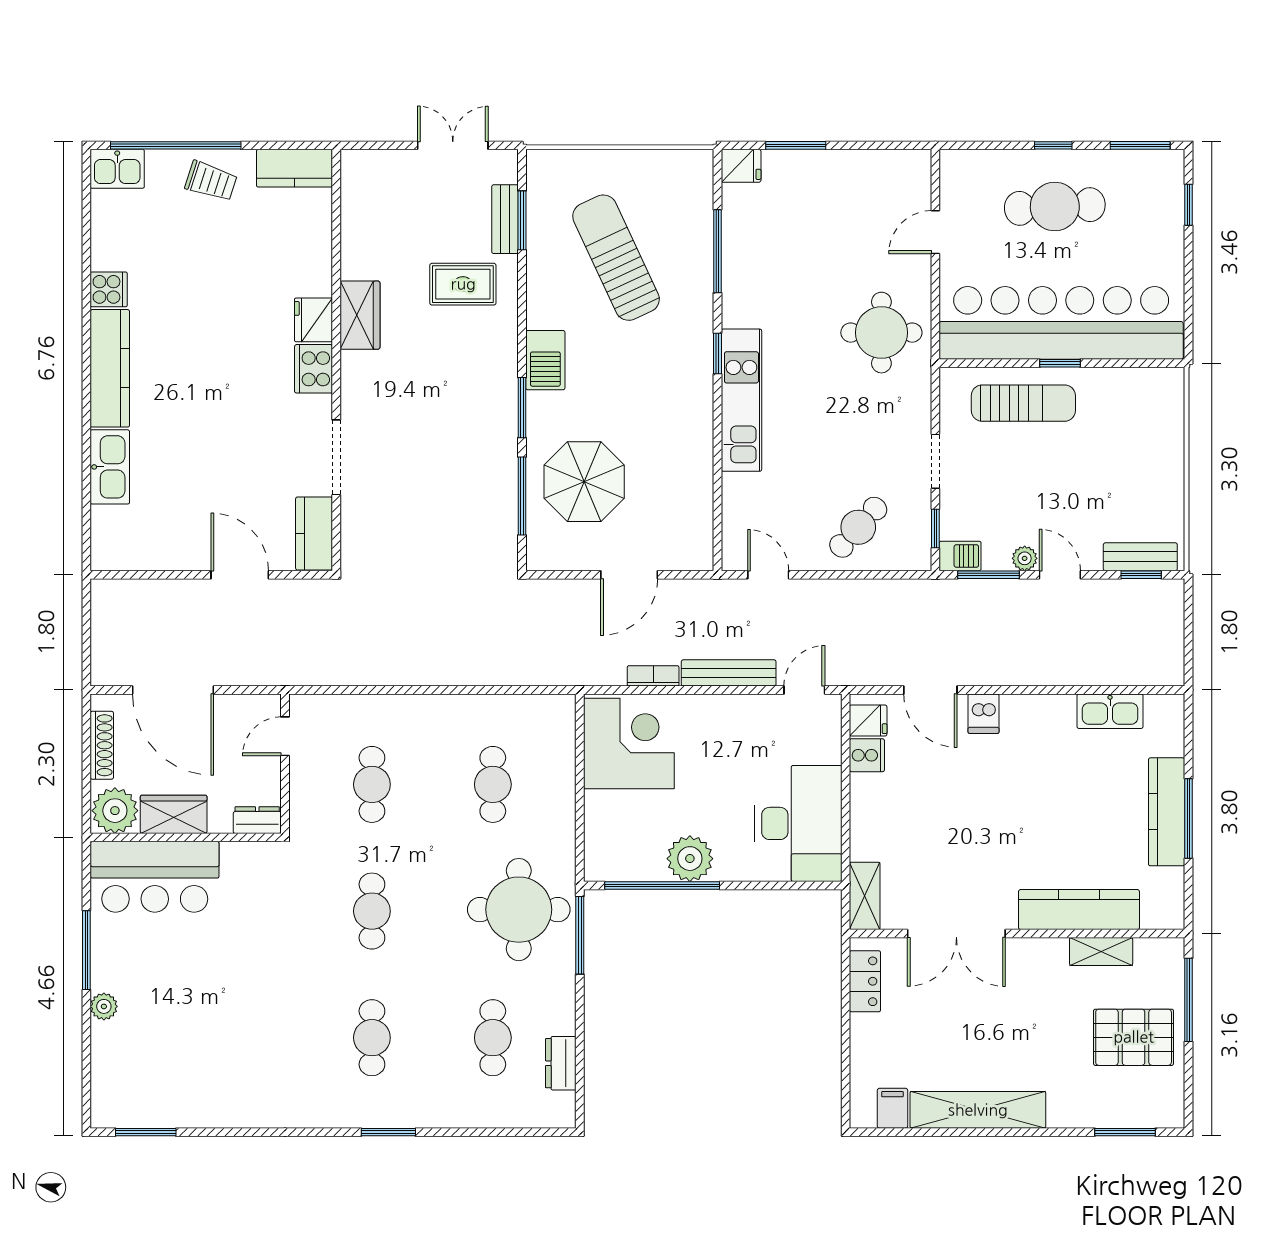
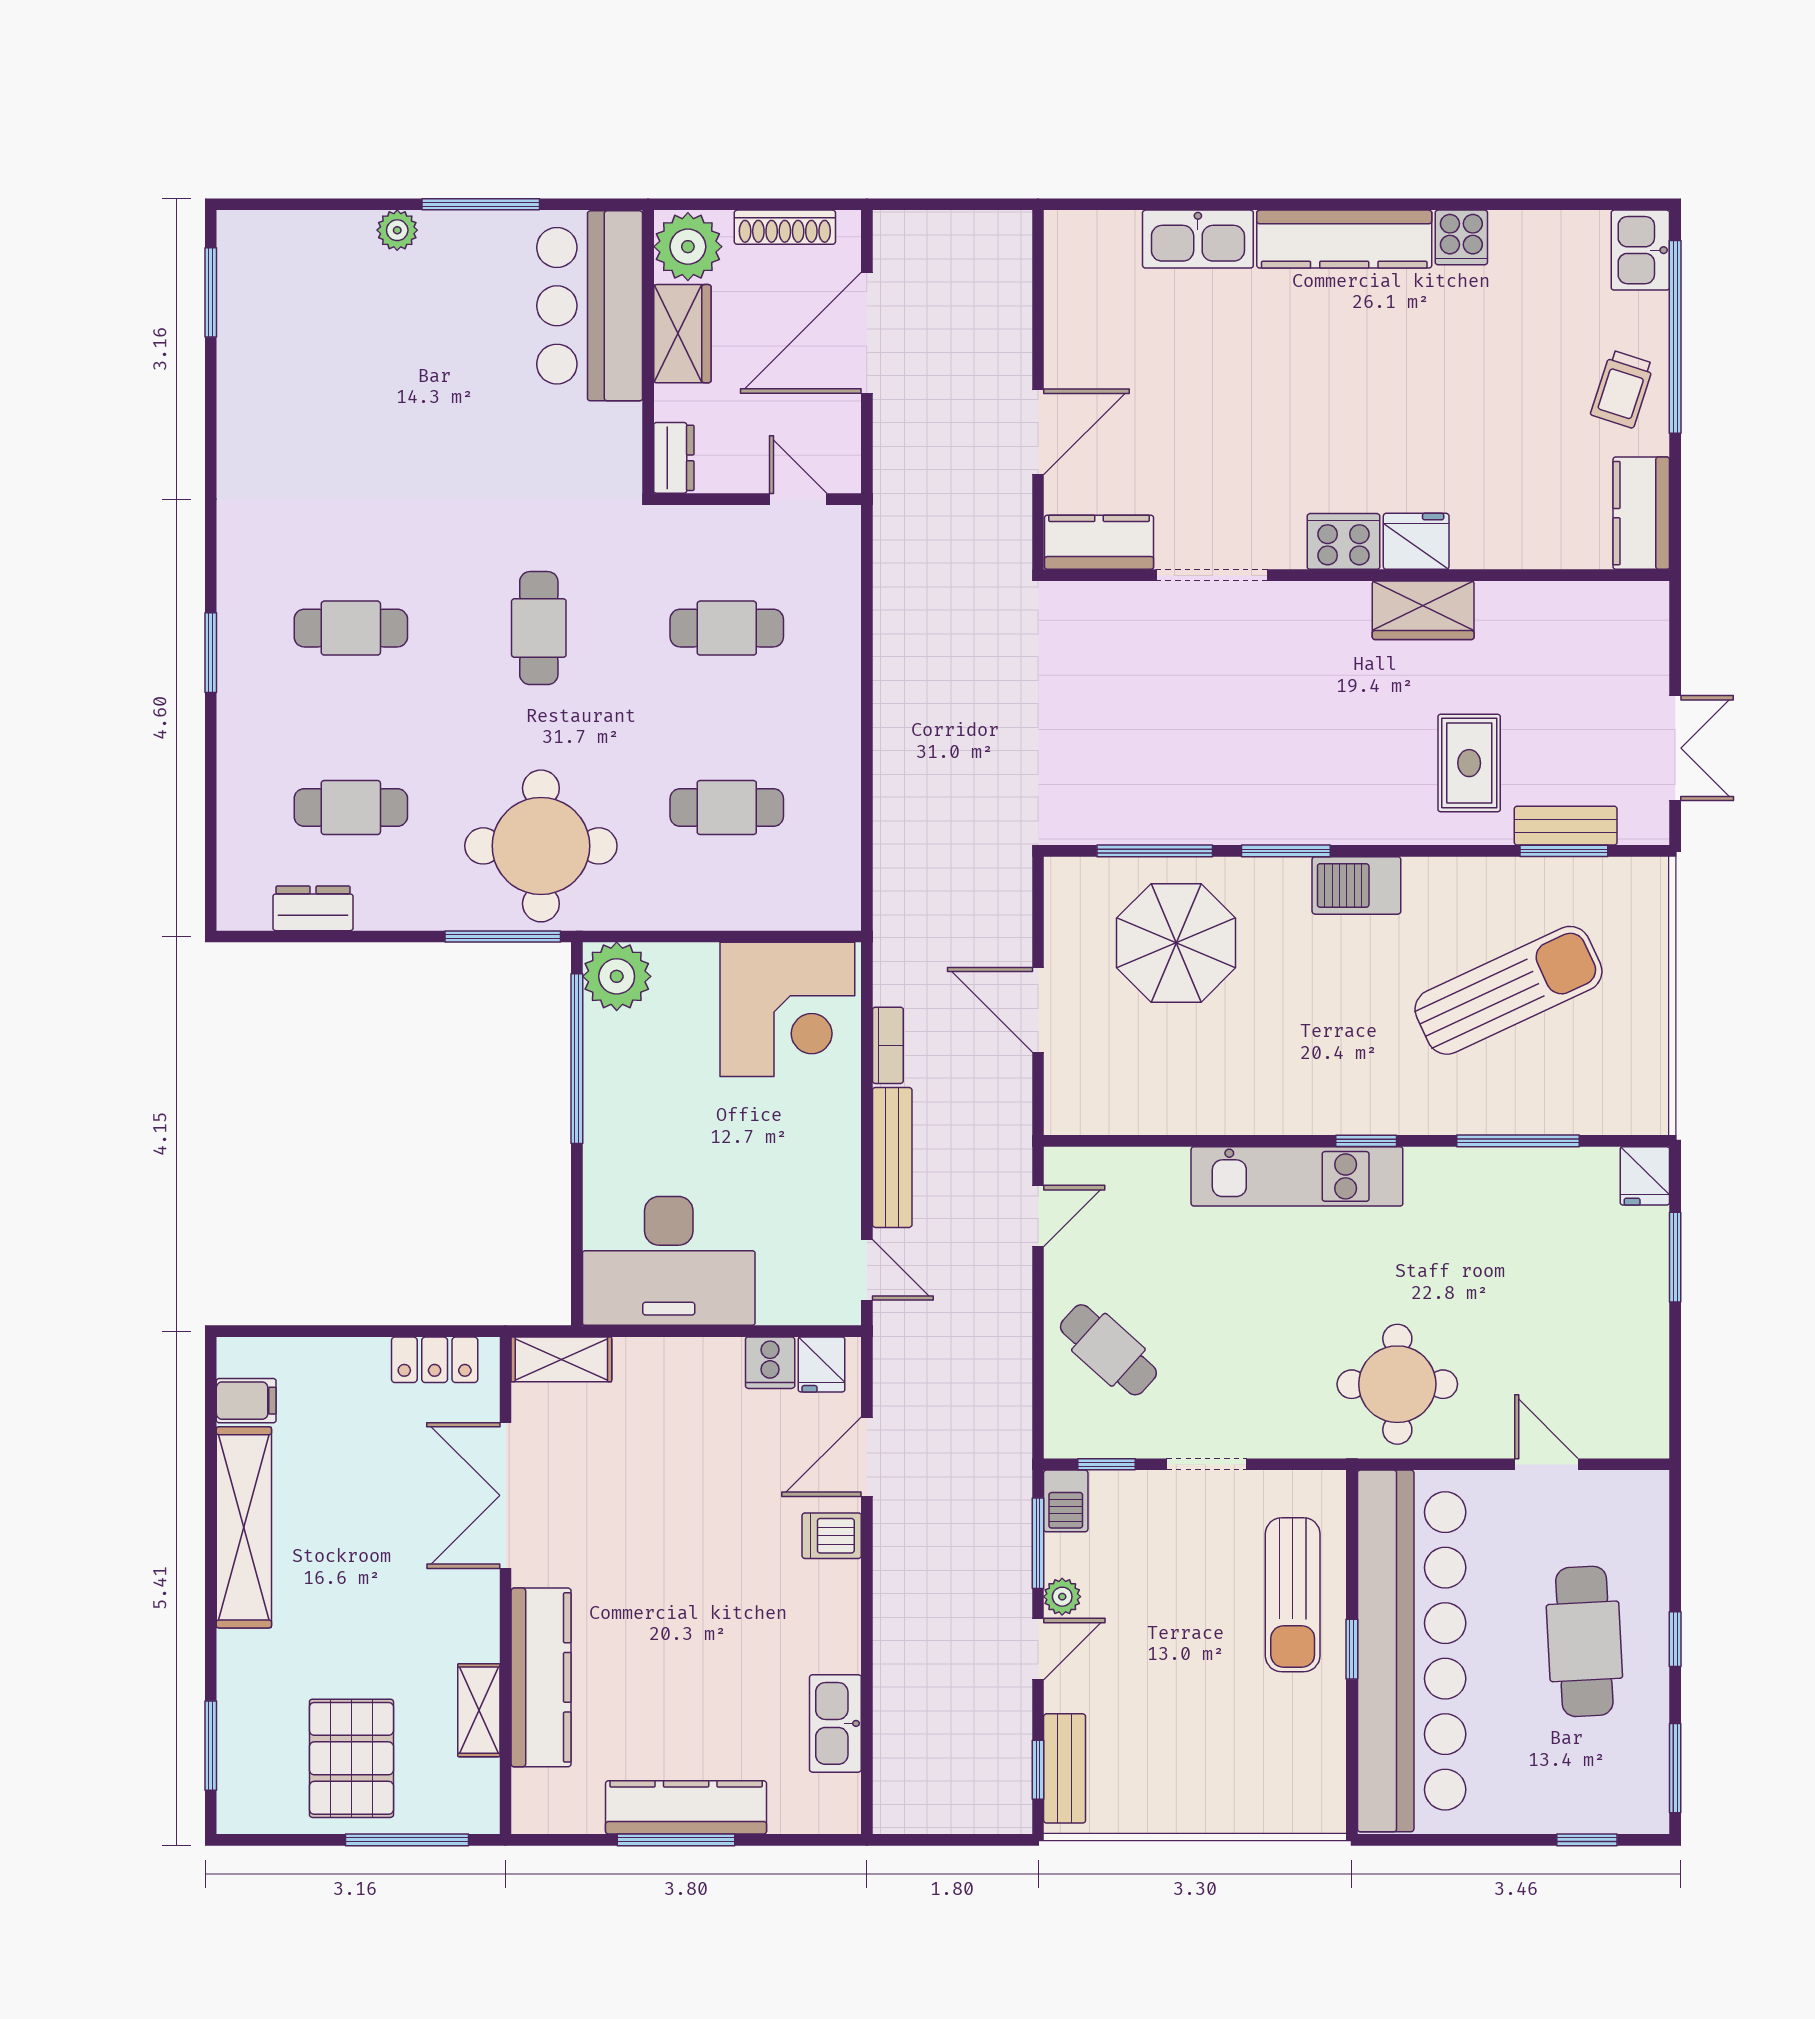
plant: (690, 859) -> (617, 976), moved
cafe table: (372, 911) -> (539, 628), turned 90

